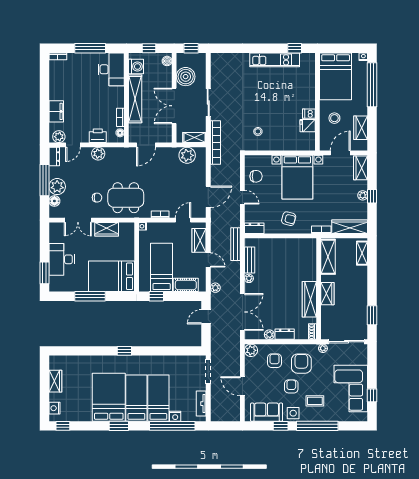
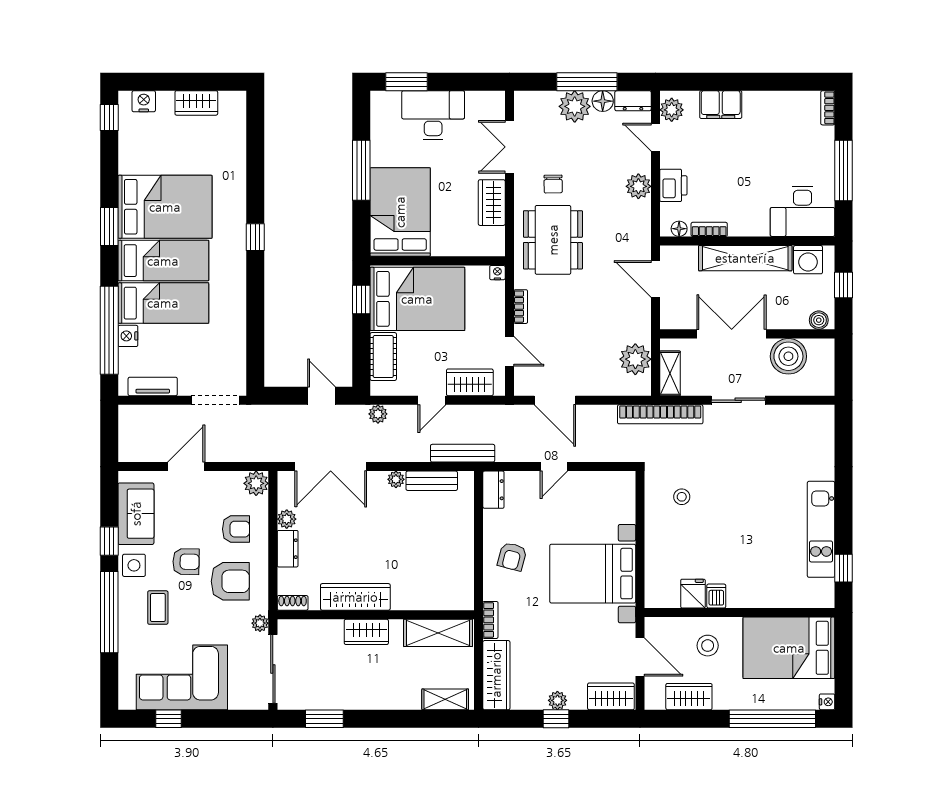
window: (191, 48) -> (843, 367), removed
chair: (256, 176) -> (595, 493), removed
floor lamp: (54, 201) -> (603, 101), moved
bed: (162, 267) -> (417, 299), width x1.50

